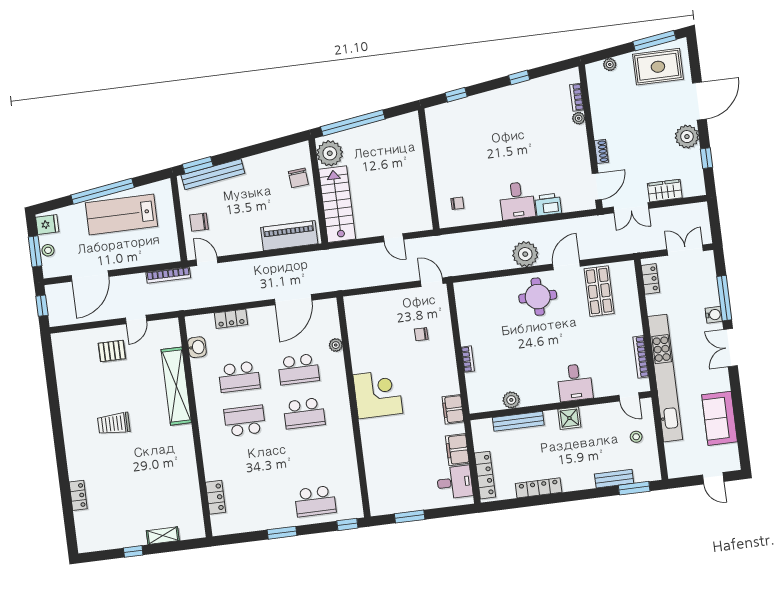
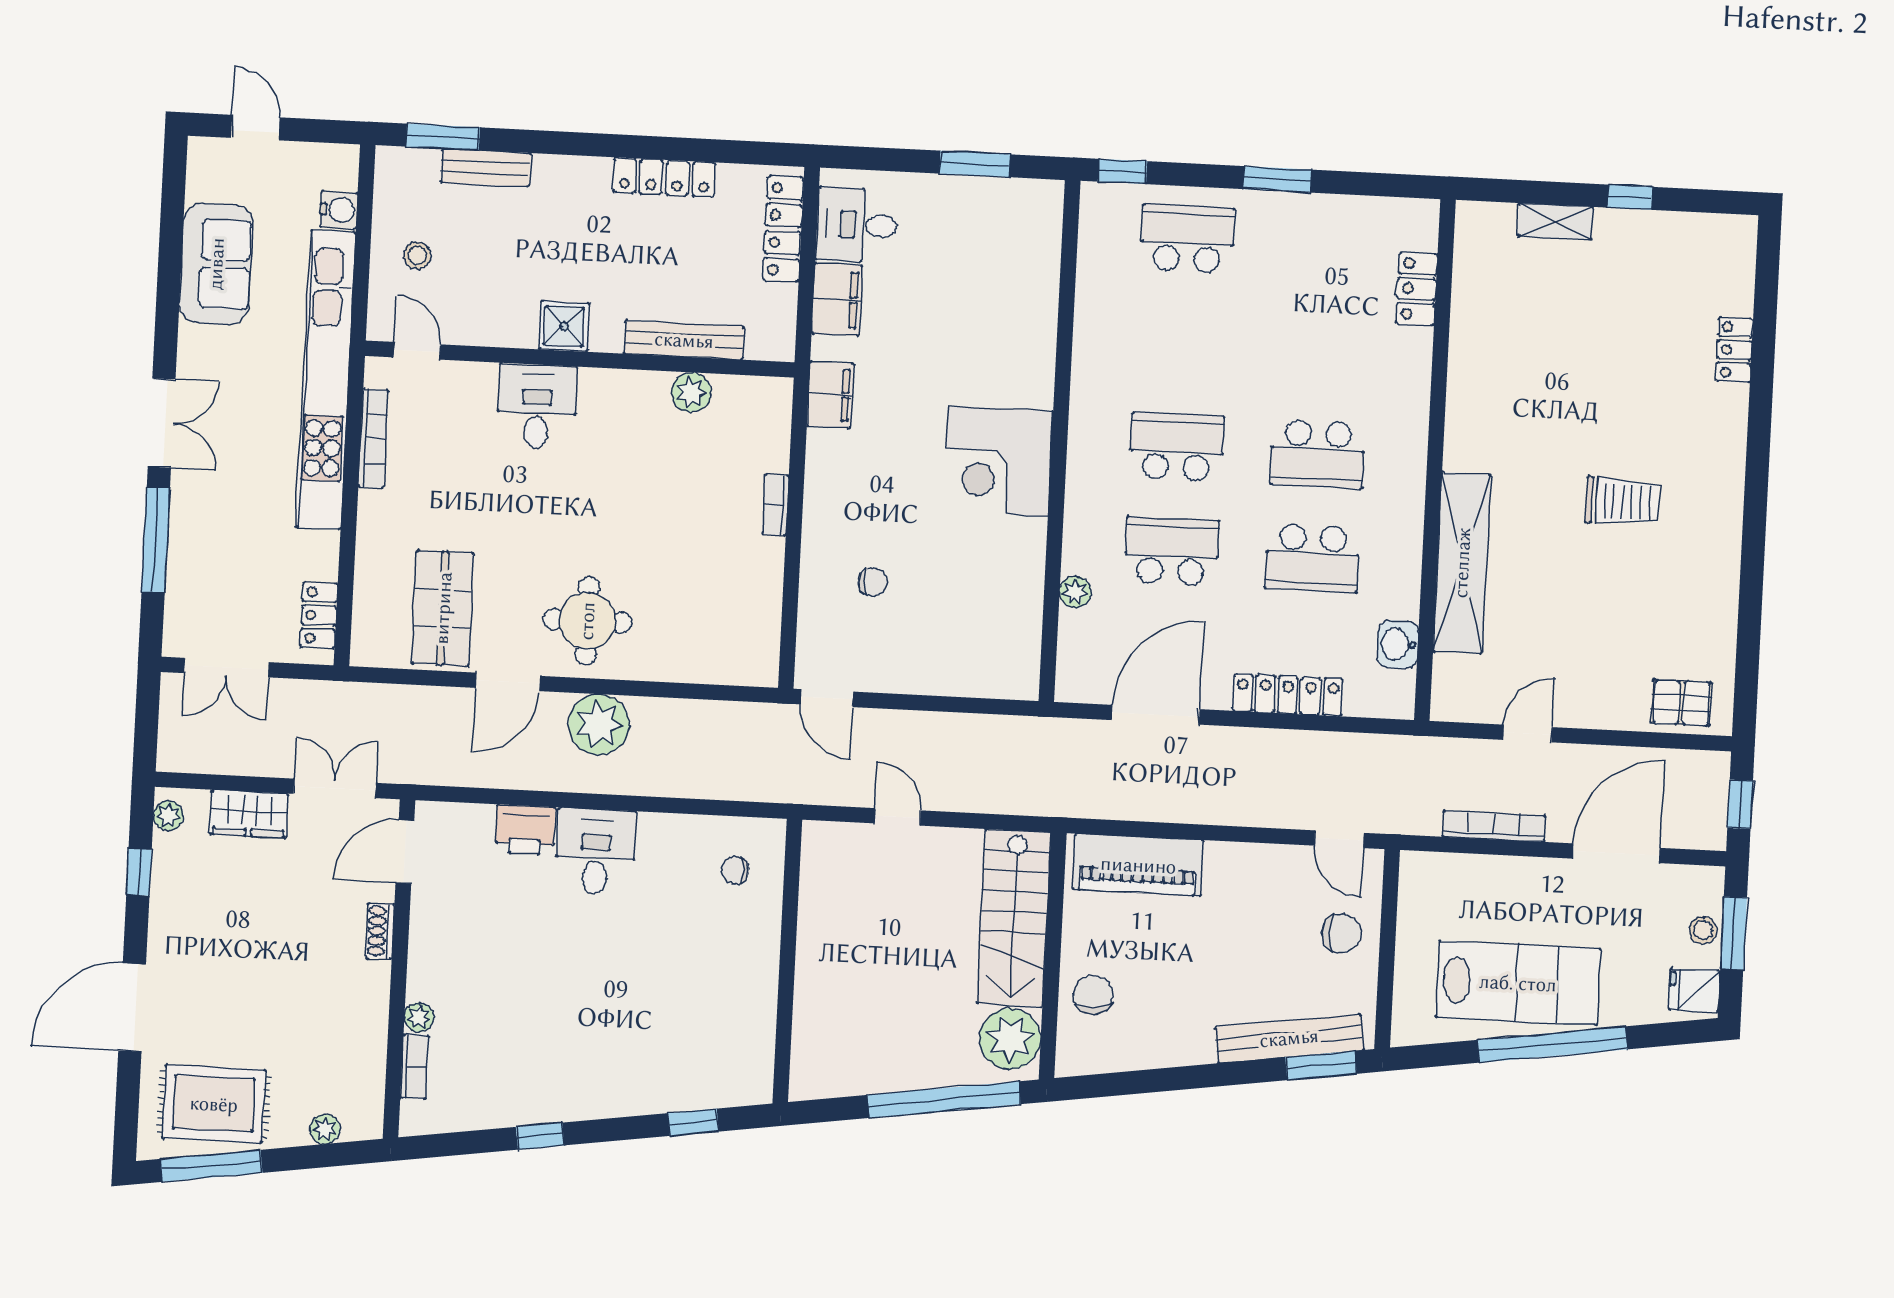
plant: (687, 137) -> (168, 816), moved, width x0.53, depth x0.53
bookcase: (168, 275) -> (1494, 826), moved
water cooler: (714, 315) -> (339, 210), moved, turned 180
locker: (231, 319) -> (1288, 695), width x1.53
pallet: (112, 351) -> (1681, 703), moved
school desk: (239, 377) -> (1312, 558), turned 180

